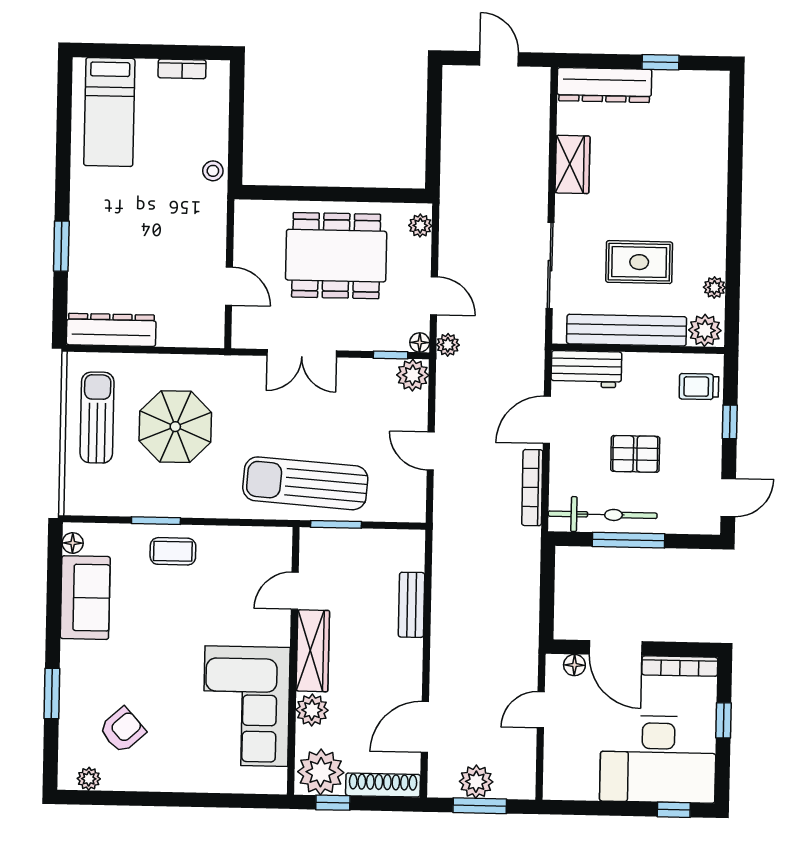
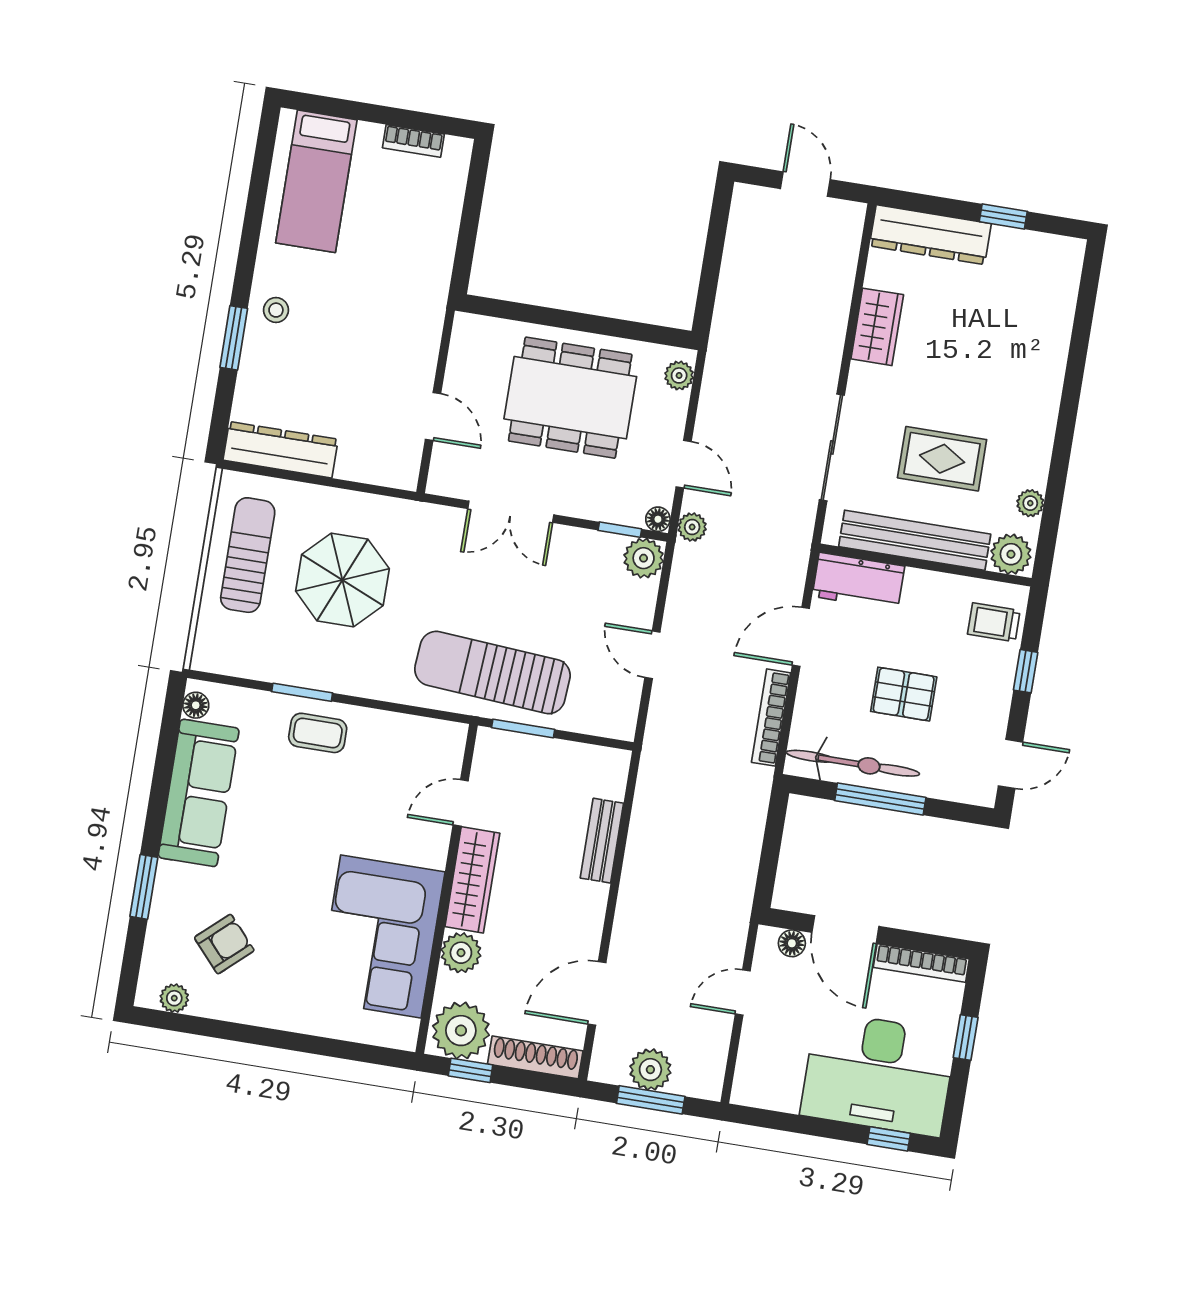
stool: (213, 171) -> (276, 310), moved
sofa: (85, 598) -> (199, 793), width x1.36

